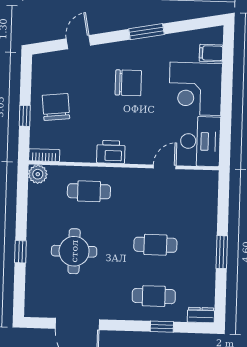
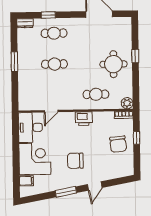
door: (78, 42) -> (95, 186), moved
round table: (74, 251) -> (113, 64), moved

